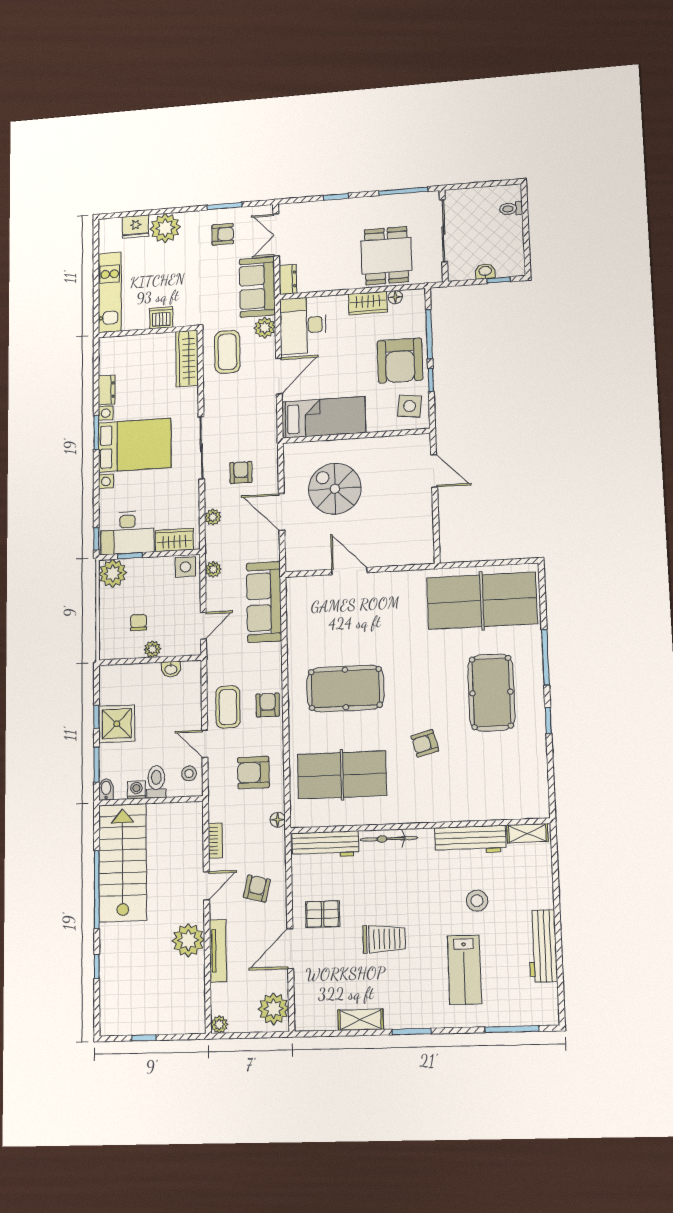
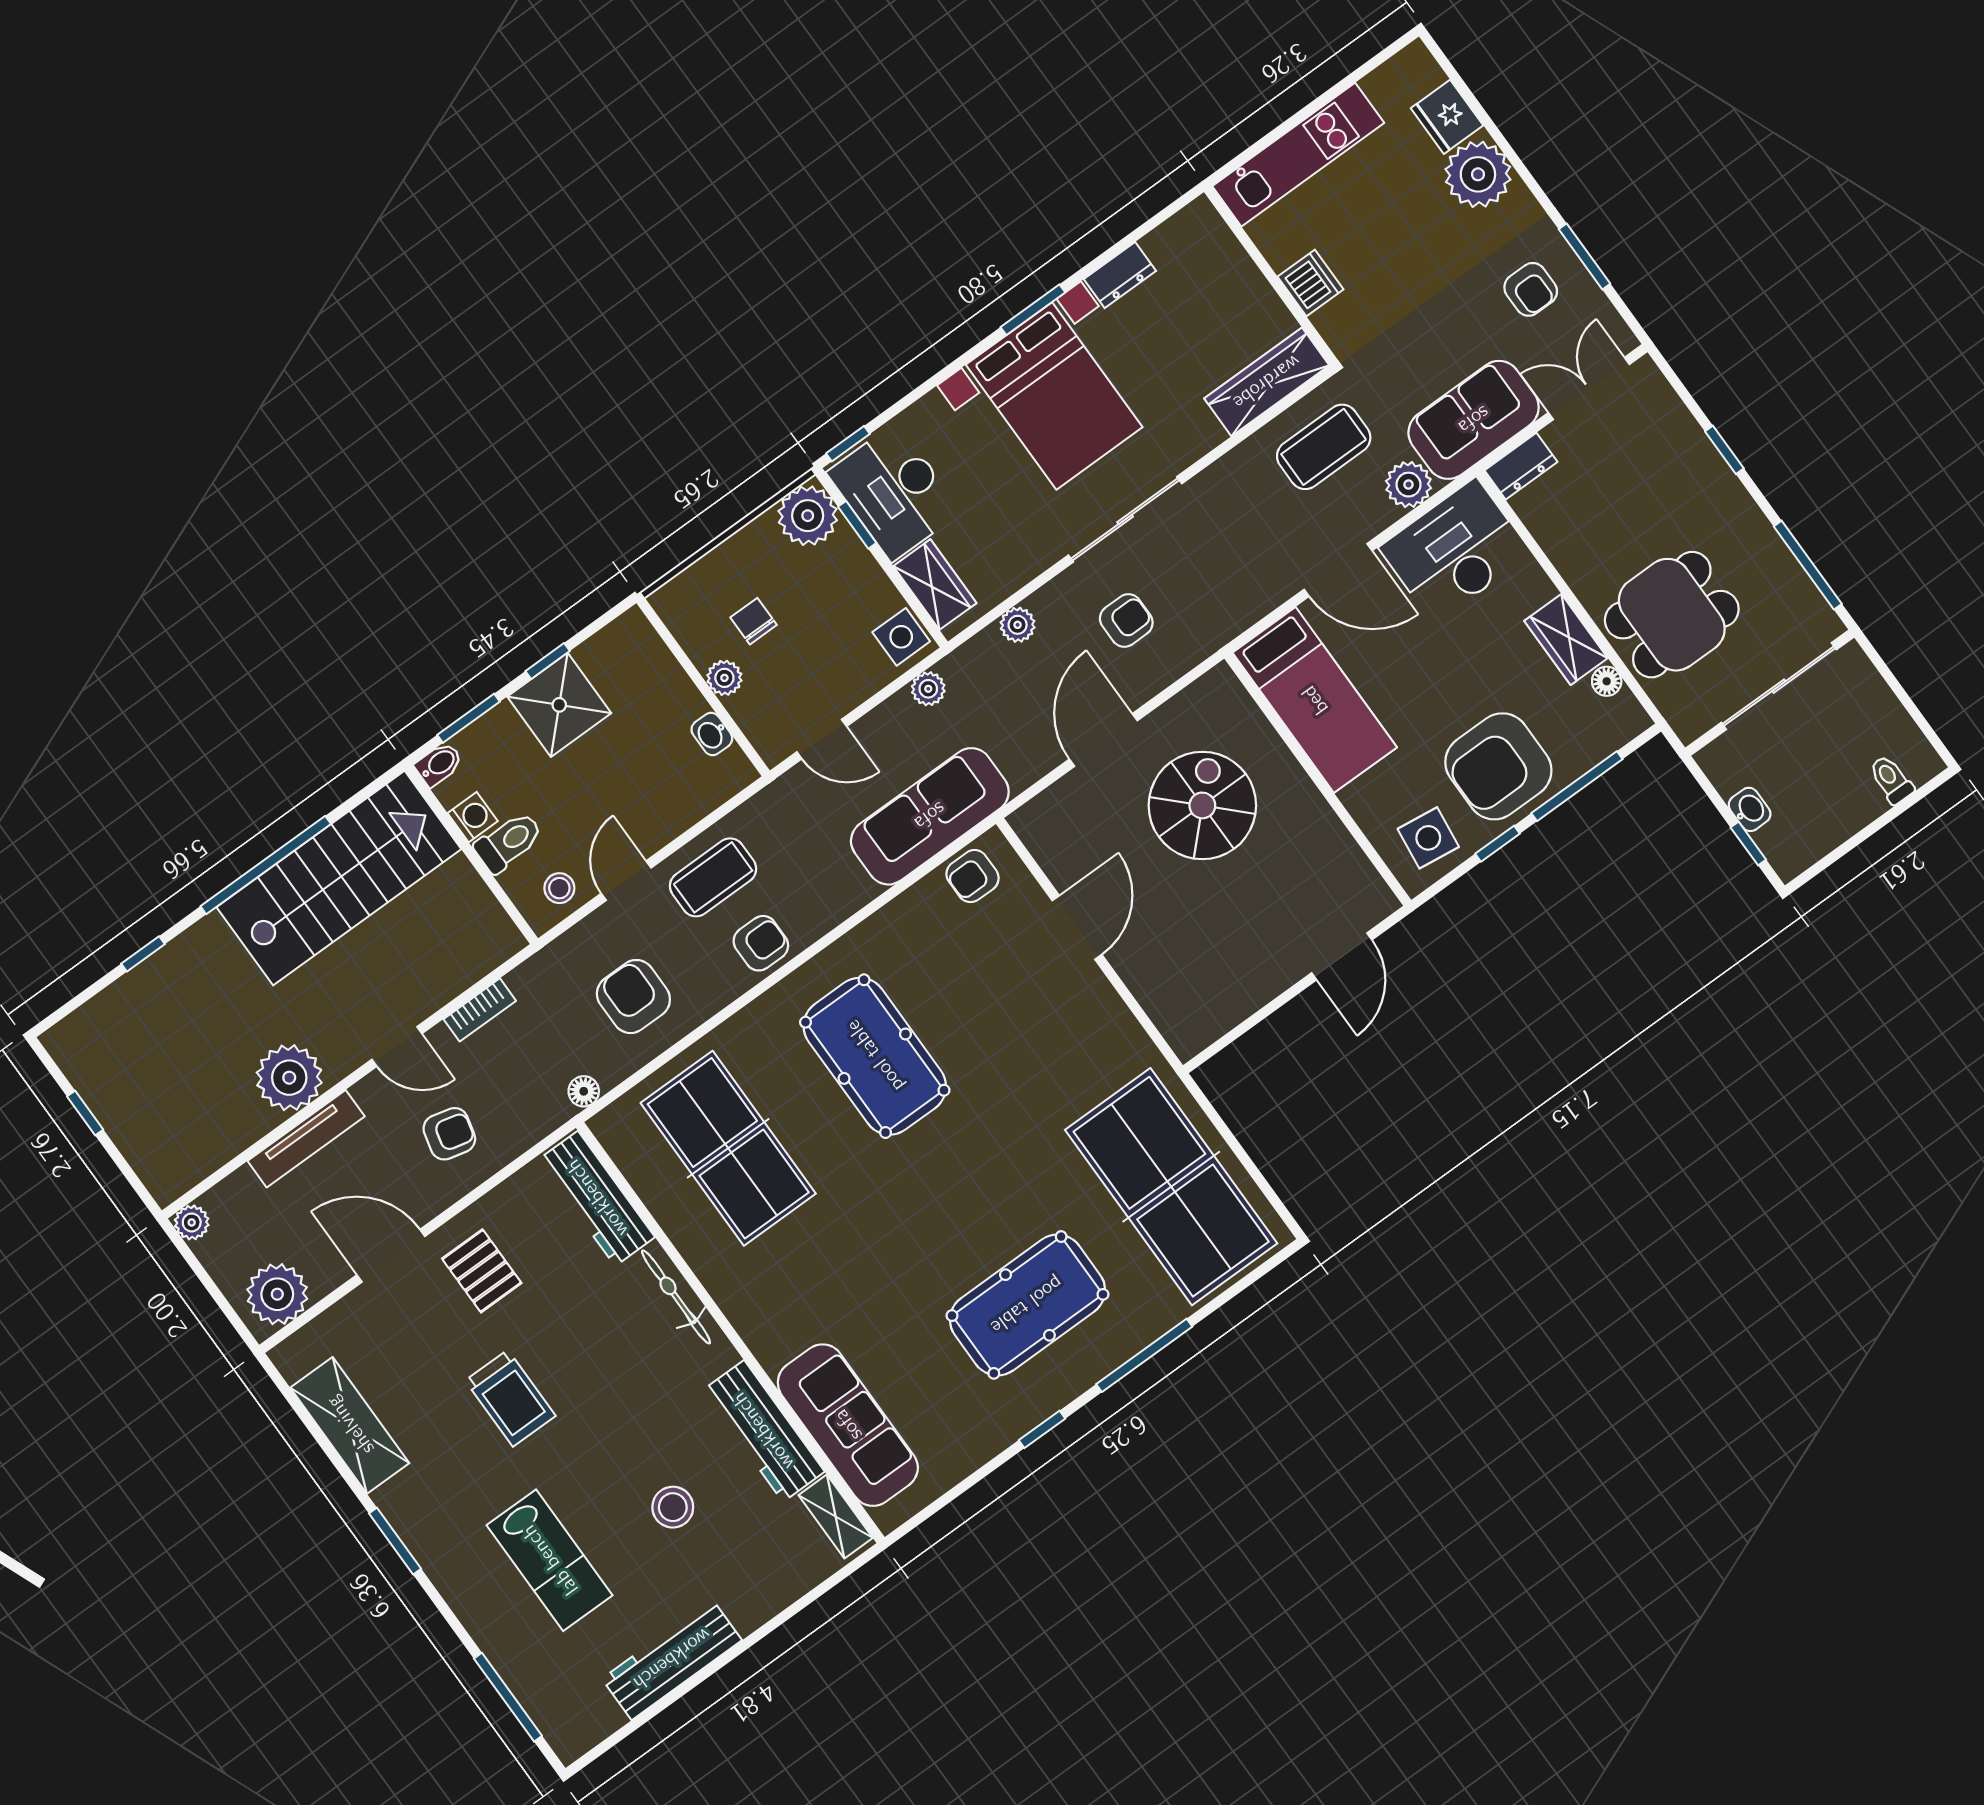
chair: (138, 622) -> (754, 621), turned -90
armchair: (425, 743) -> (973, 876), moved, turned -75
sofa: (492, 802) -> (848, 1425), added
lab bench: (464, 970) -> (550, 1560), turned -90
shelving: (361, 1020) -> (350, 1425), width x1.50, depth x1.33

